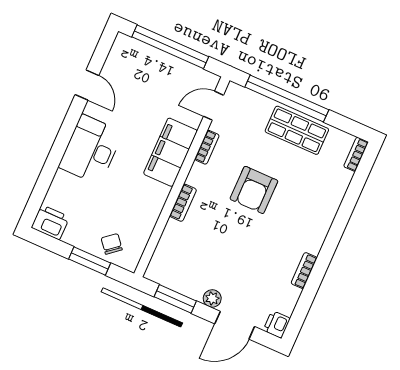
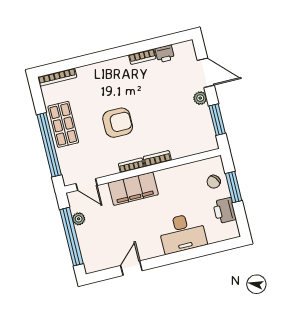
plant: (183, 69) -> (79, 219), added
bookcase: (207, 147) -> (131, 165), moved
desk: (91, 150) -> (182, 233), moved
bookcase: (356, 154) -> (57, 77), width x1.56
printer: (50, 222) -> (225, 211), moved
printer: (277, 324) -> (165, 54), moved

